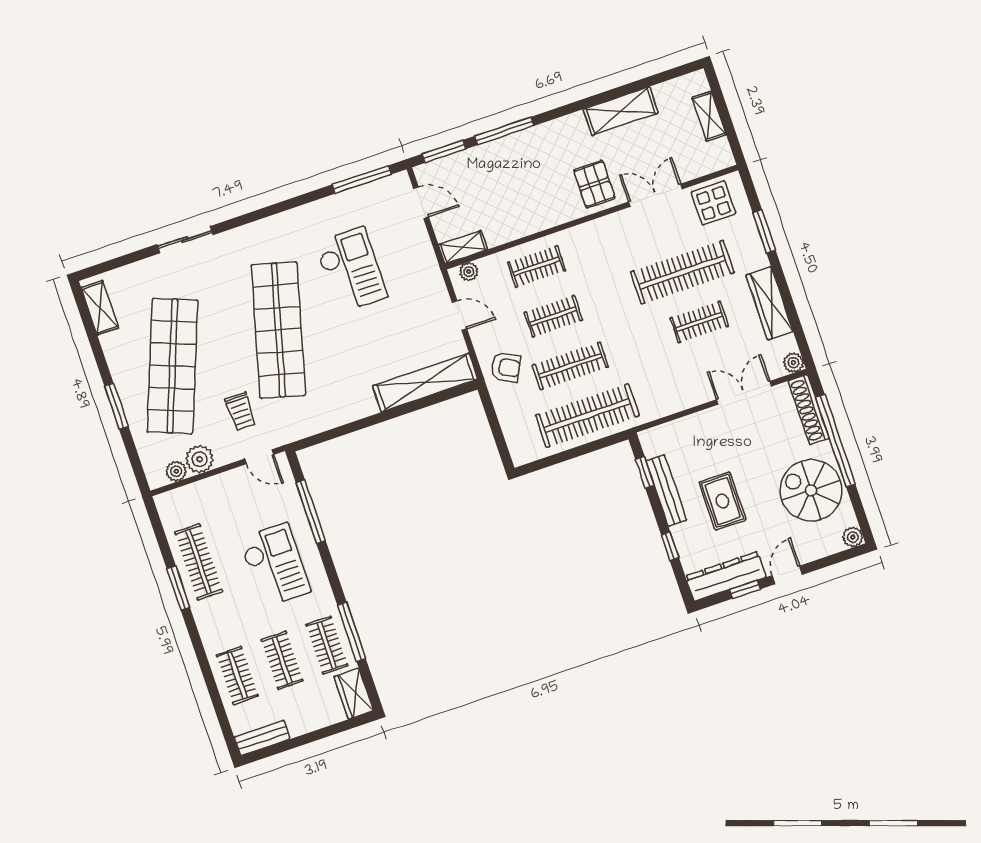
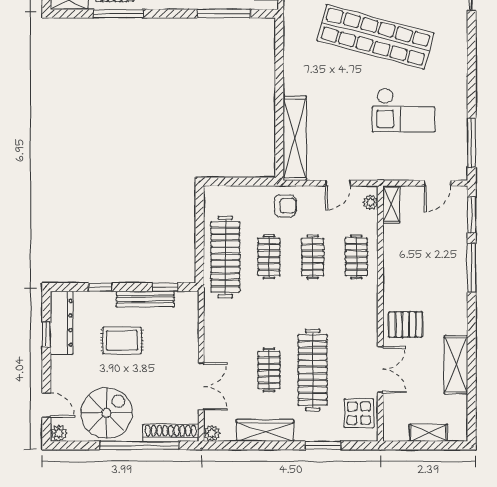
clothes rail: (570, 366) -> (269, 257), width x0.73
armchair: (506, 367) -> (285, 206), turned -118
door: (787, 575) -> (46, 405), moved

